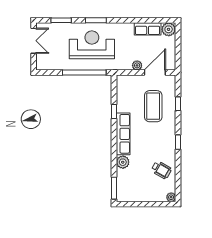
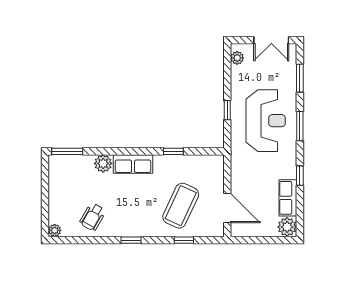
window: (132, 20) -> (300, 176), added
plant: (137, 65) -> (237, 58), moved
window: (84, 73) -> (227, 110), width x0.32
coffee table: (153, 106) -> (181, 206), turned -65
row of seats: (123, 134) -> (133, 164), width x0.68

